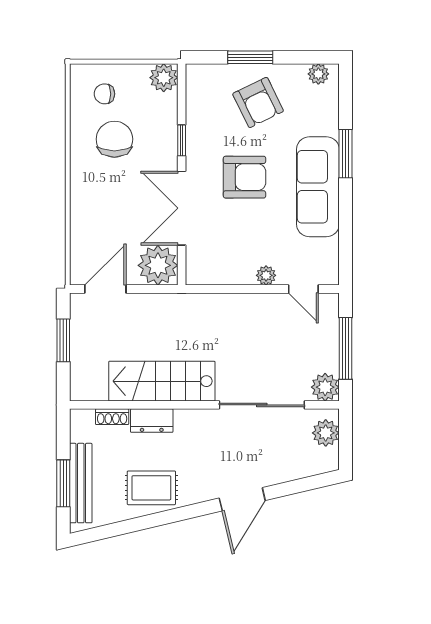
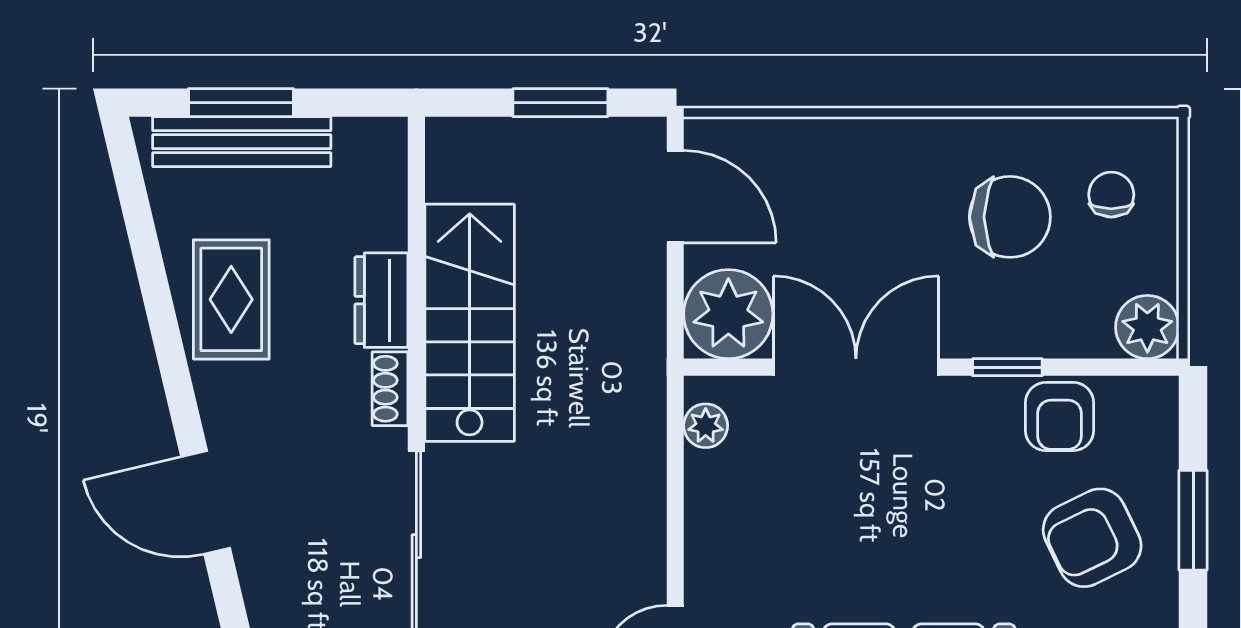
armchair: (245, 177) -> (1060, 417), moved, width x0.72, depth x0.72
plant: (266, 275) -> (706, 426), moved
shoe rack: (112, 417) -> (390, 389), moved

